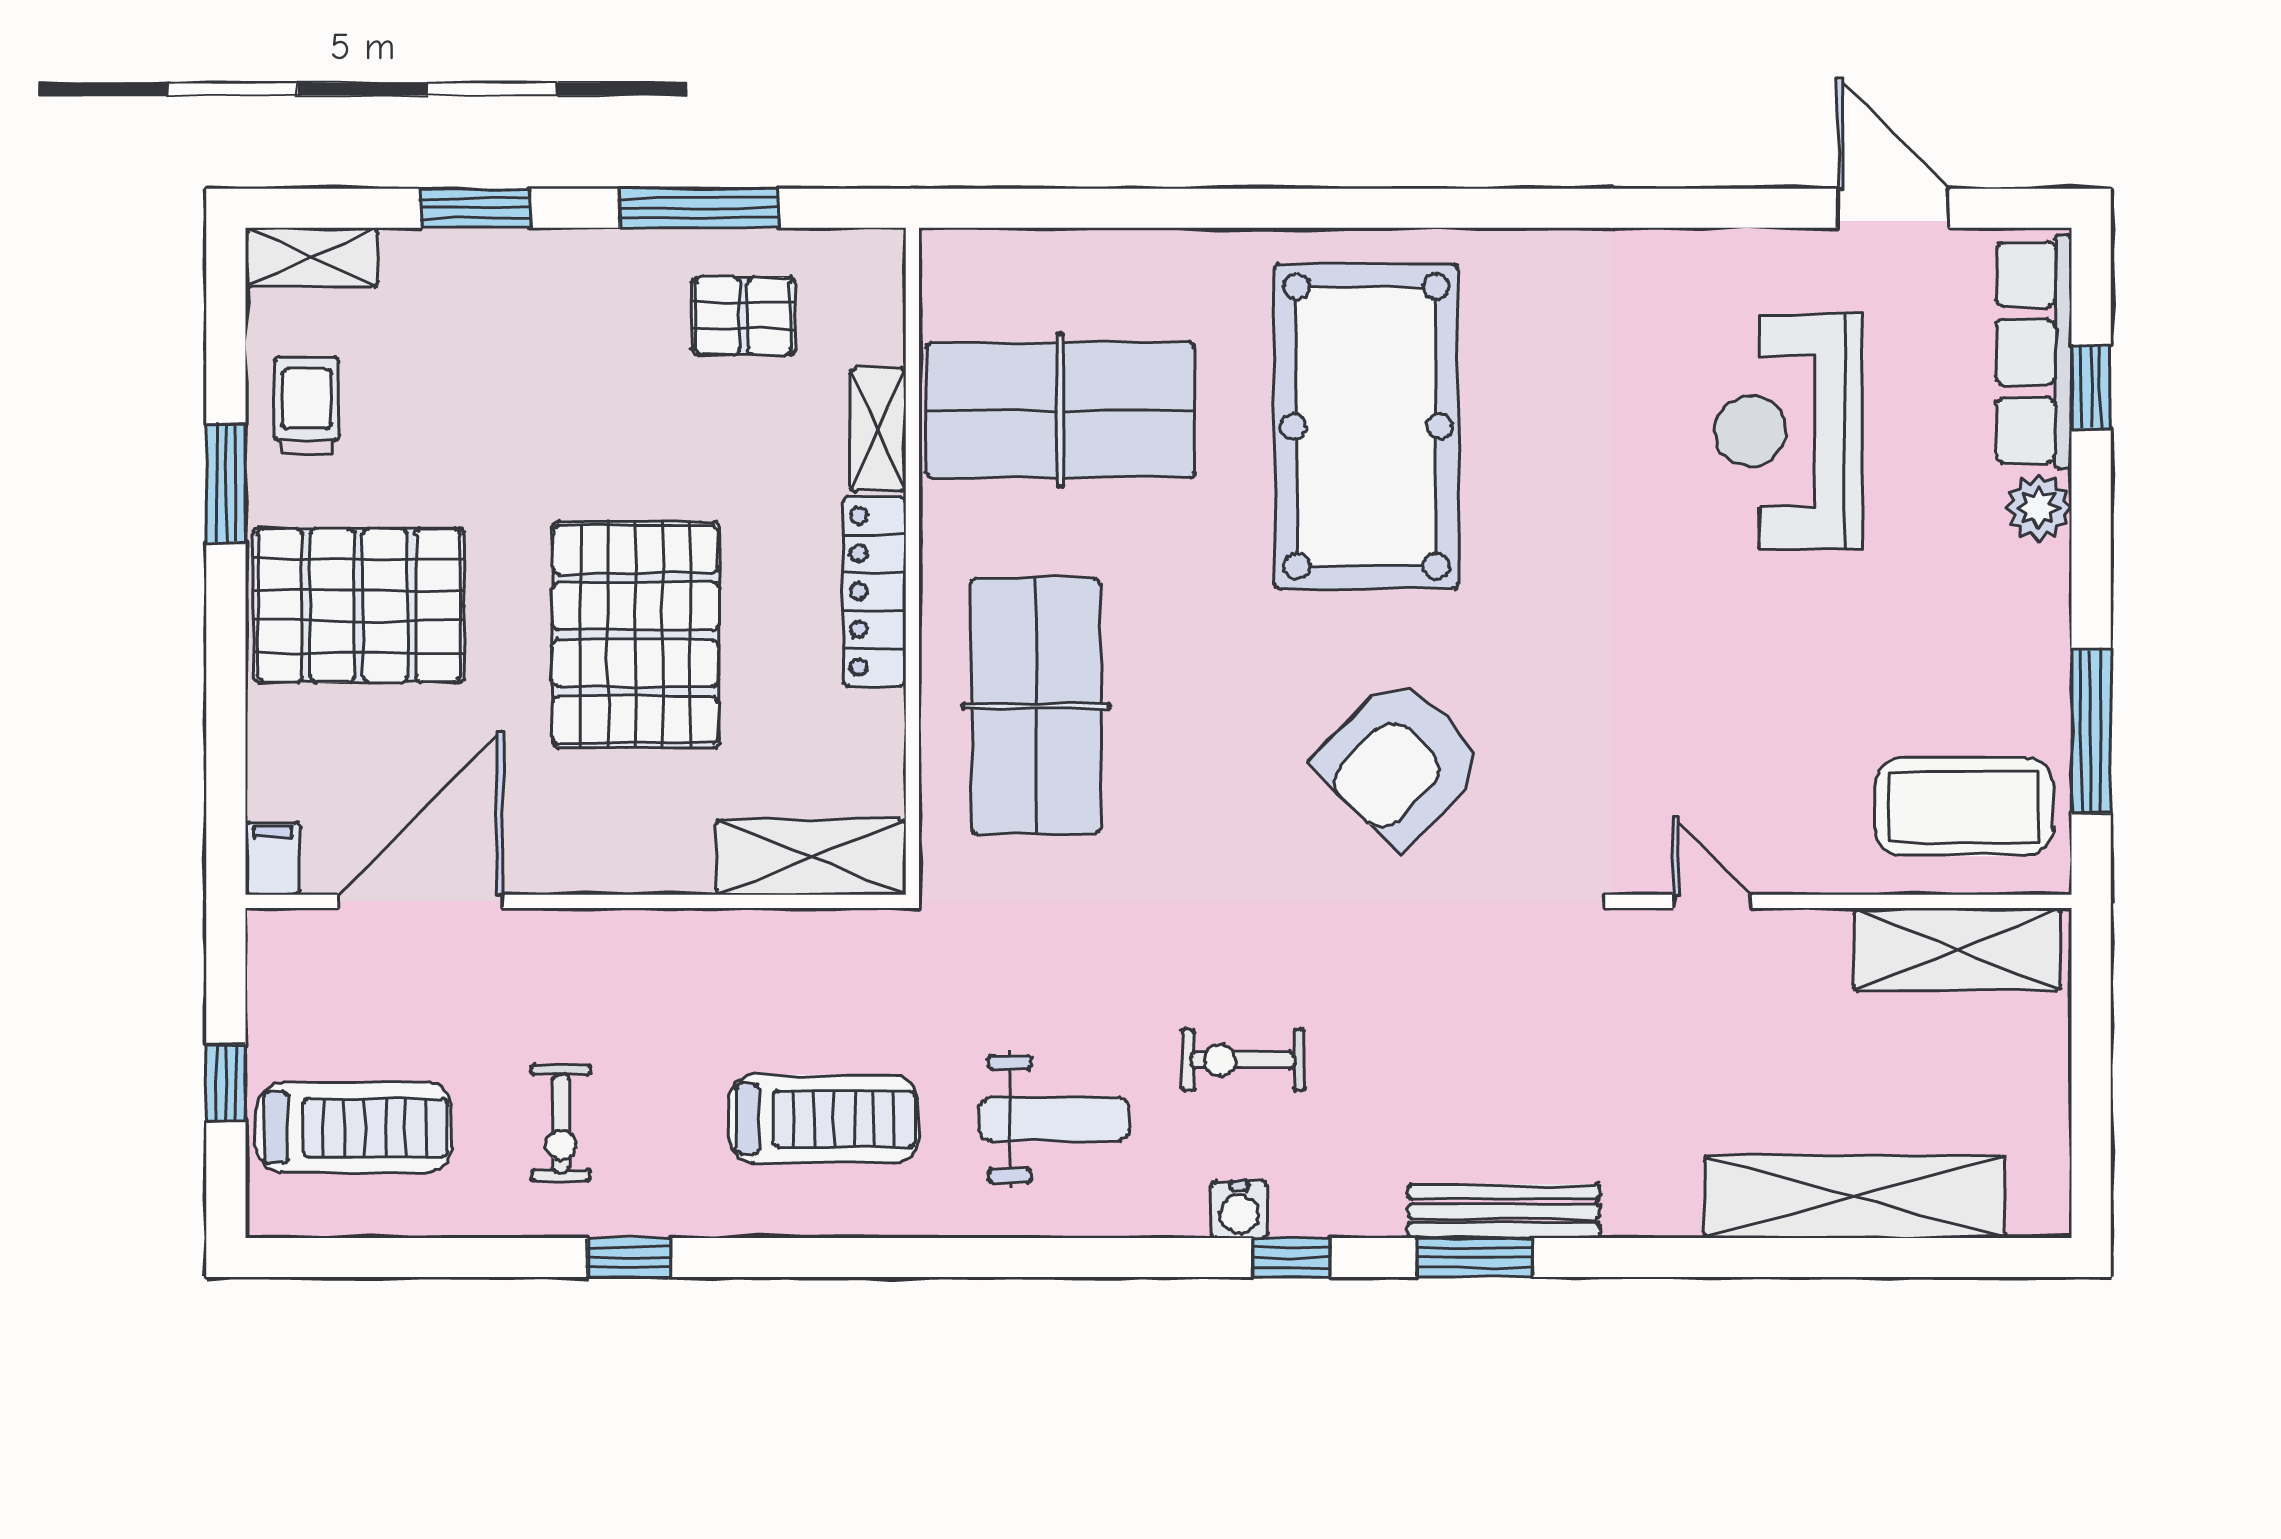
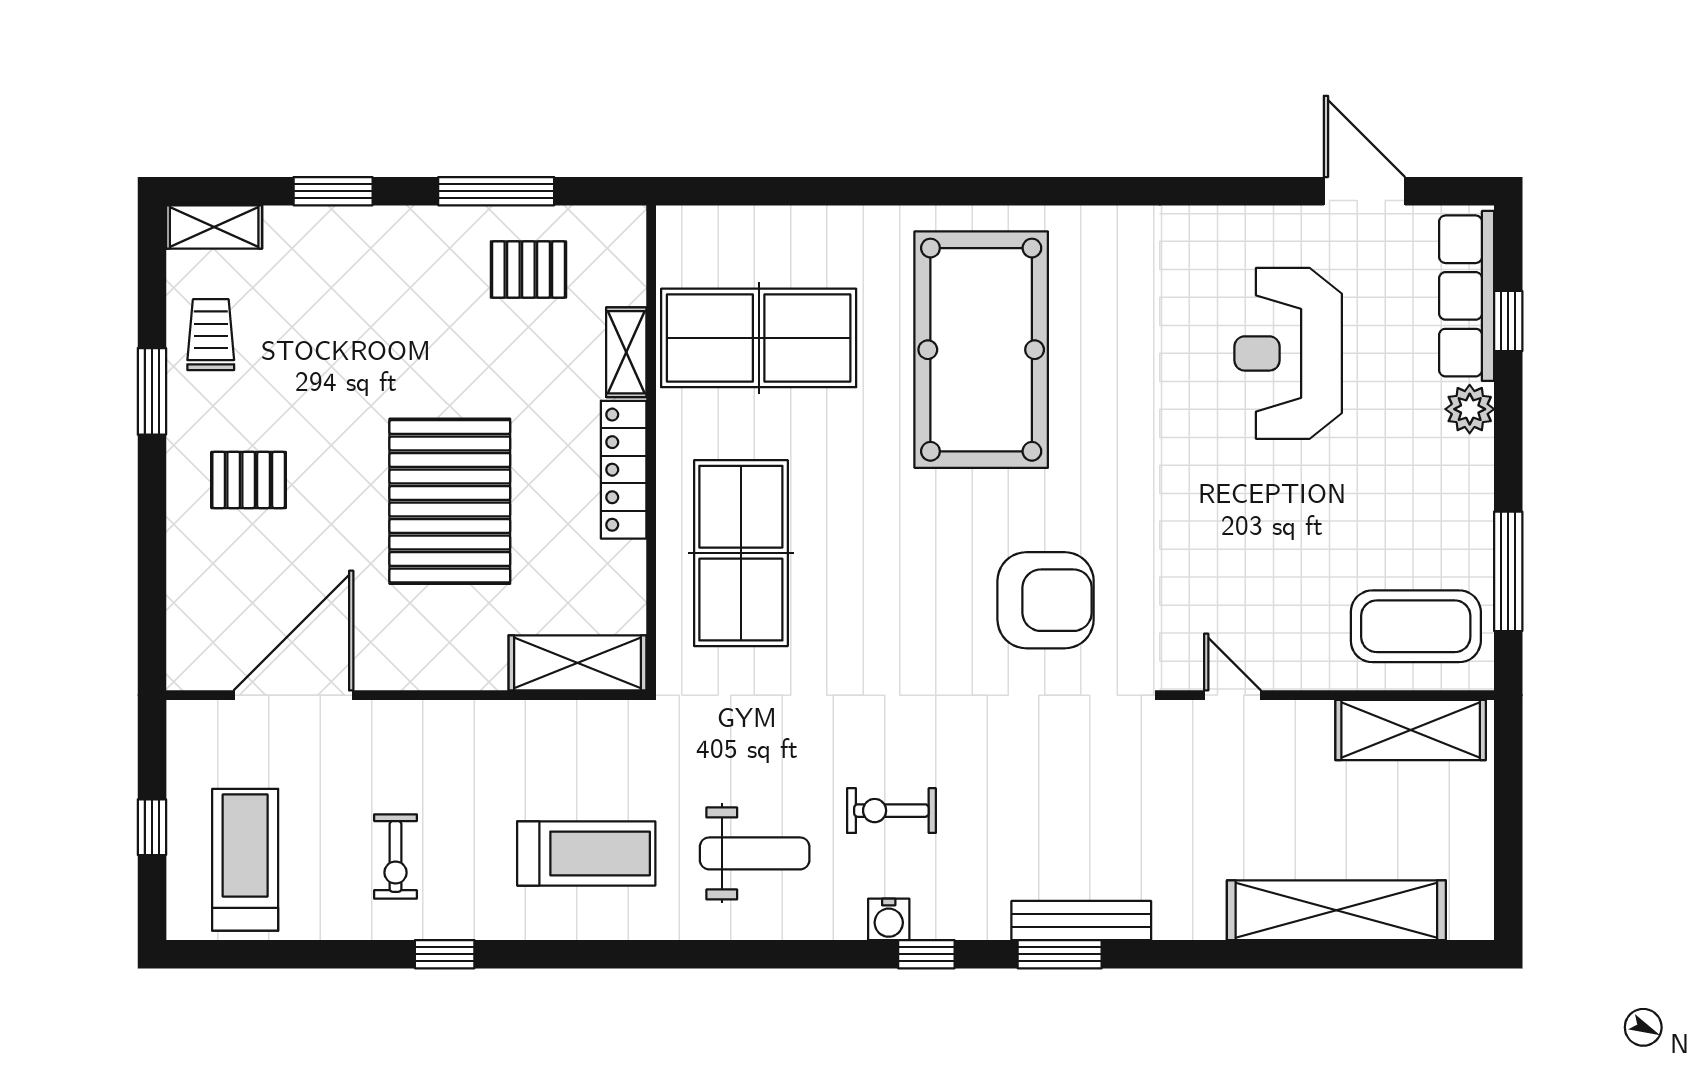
pallet: (359, 605) -> (249, 480), width x0.49, depth x0.50
armchair: (1400, 762) -> (1046, 600), moved, turned -135
filing cabinet: (273, 858) -> (186, 664), removed
treadmill: (354, 1128) -> (245, 860), turned -90

